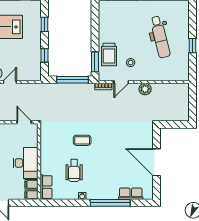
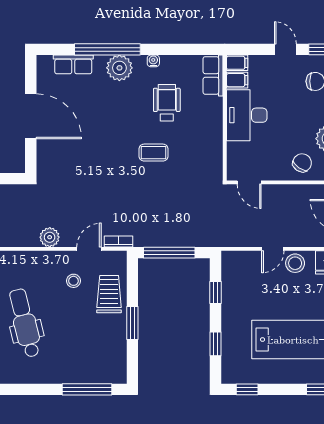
window: (95, 62) -> (132, 323), moved
plant: (103, 192) -> (119, 68), added

